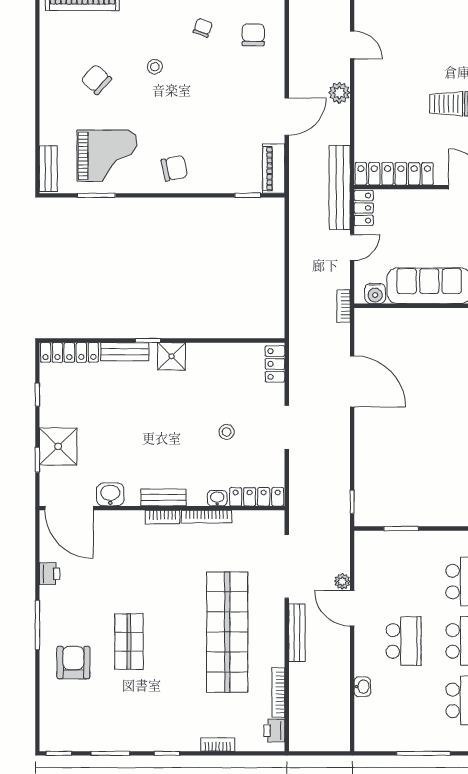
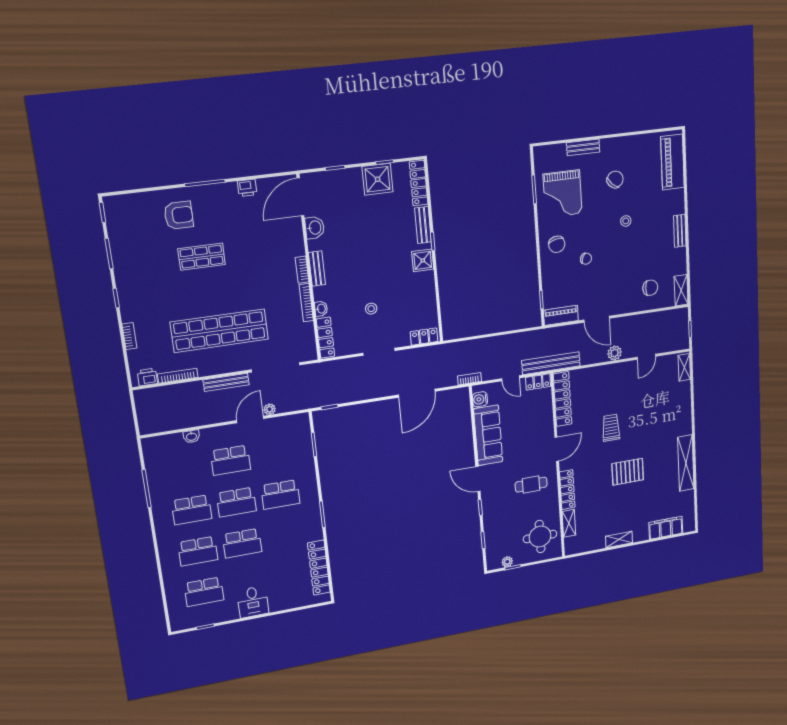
chair: (203, 28) -> (586, 259), moved
bench: (48, 169) -> (583, 147), moved
shower: (58, 446) -> (378, 179), moved

